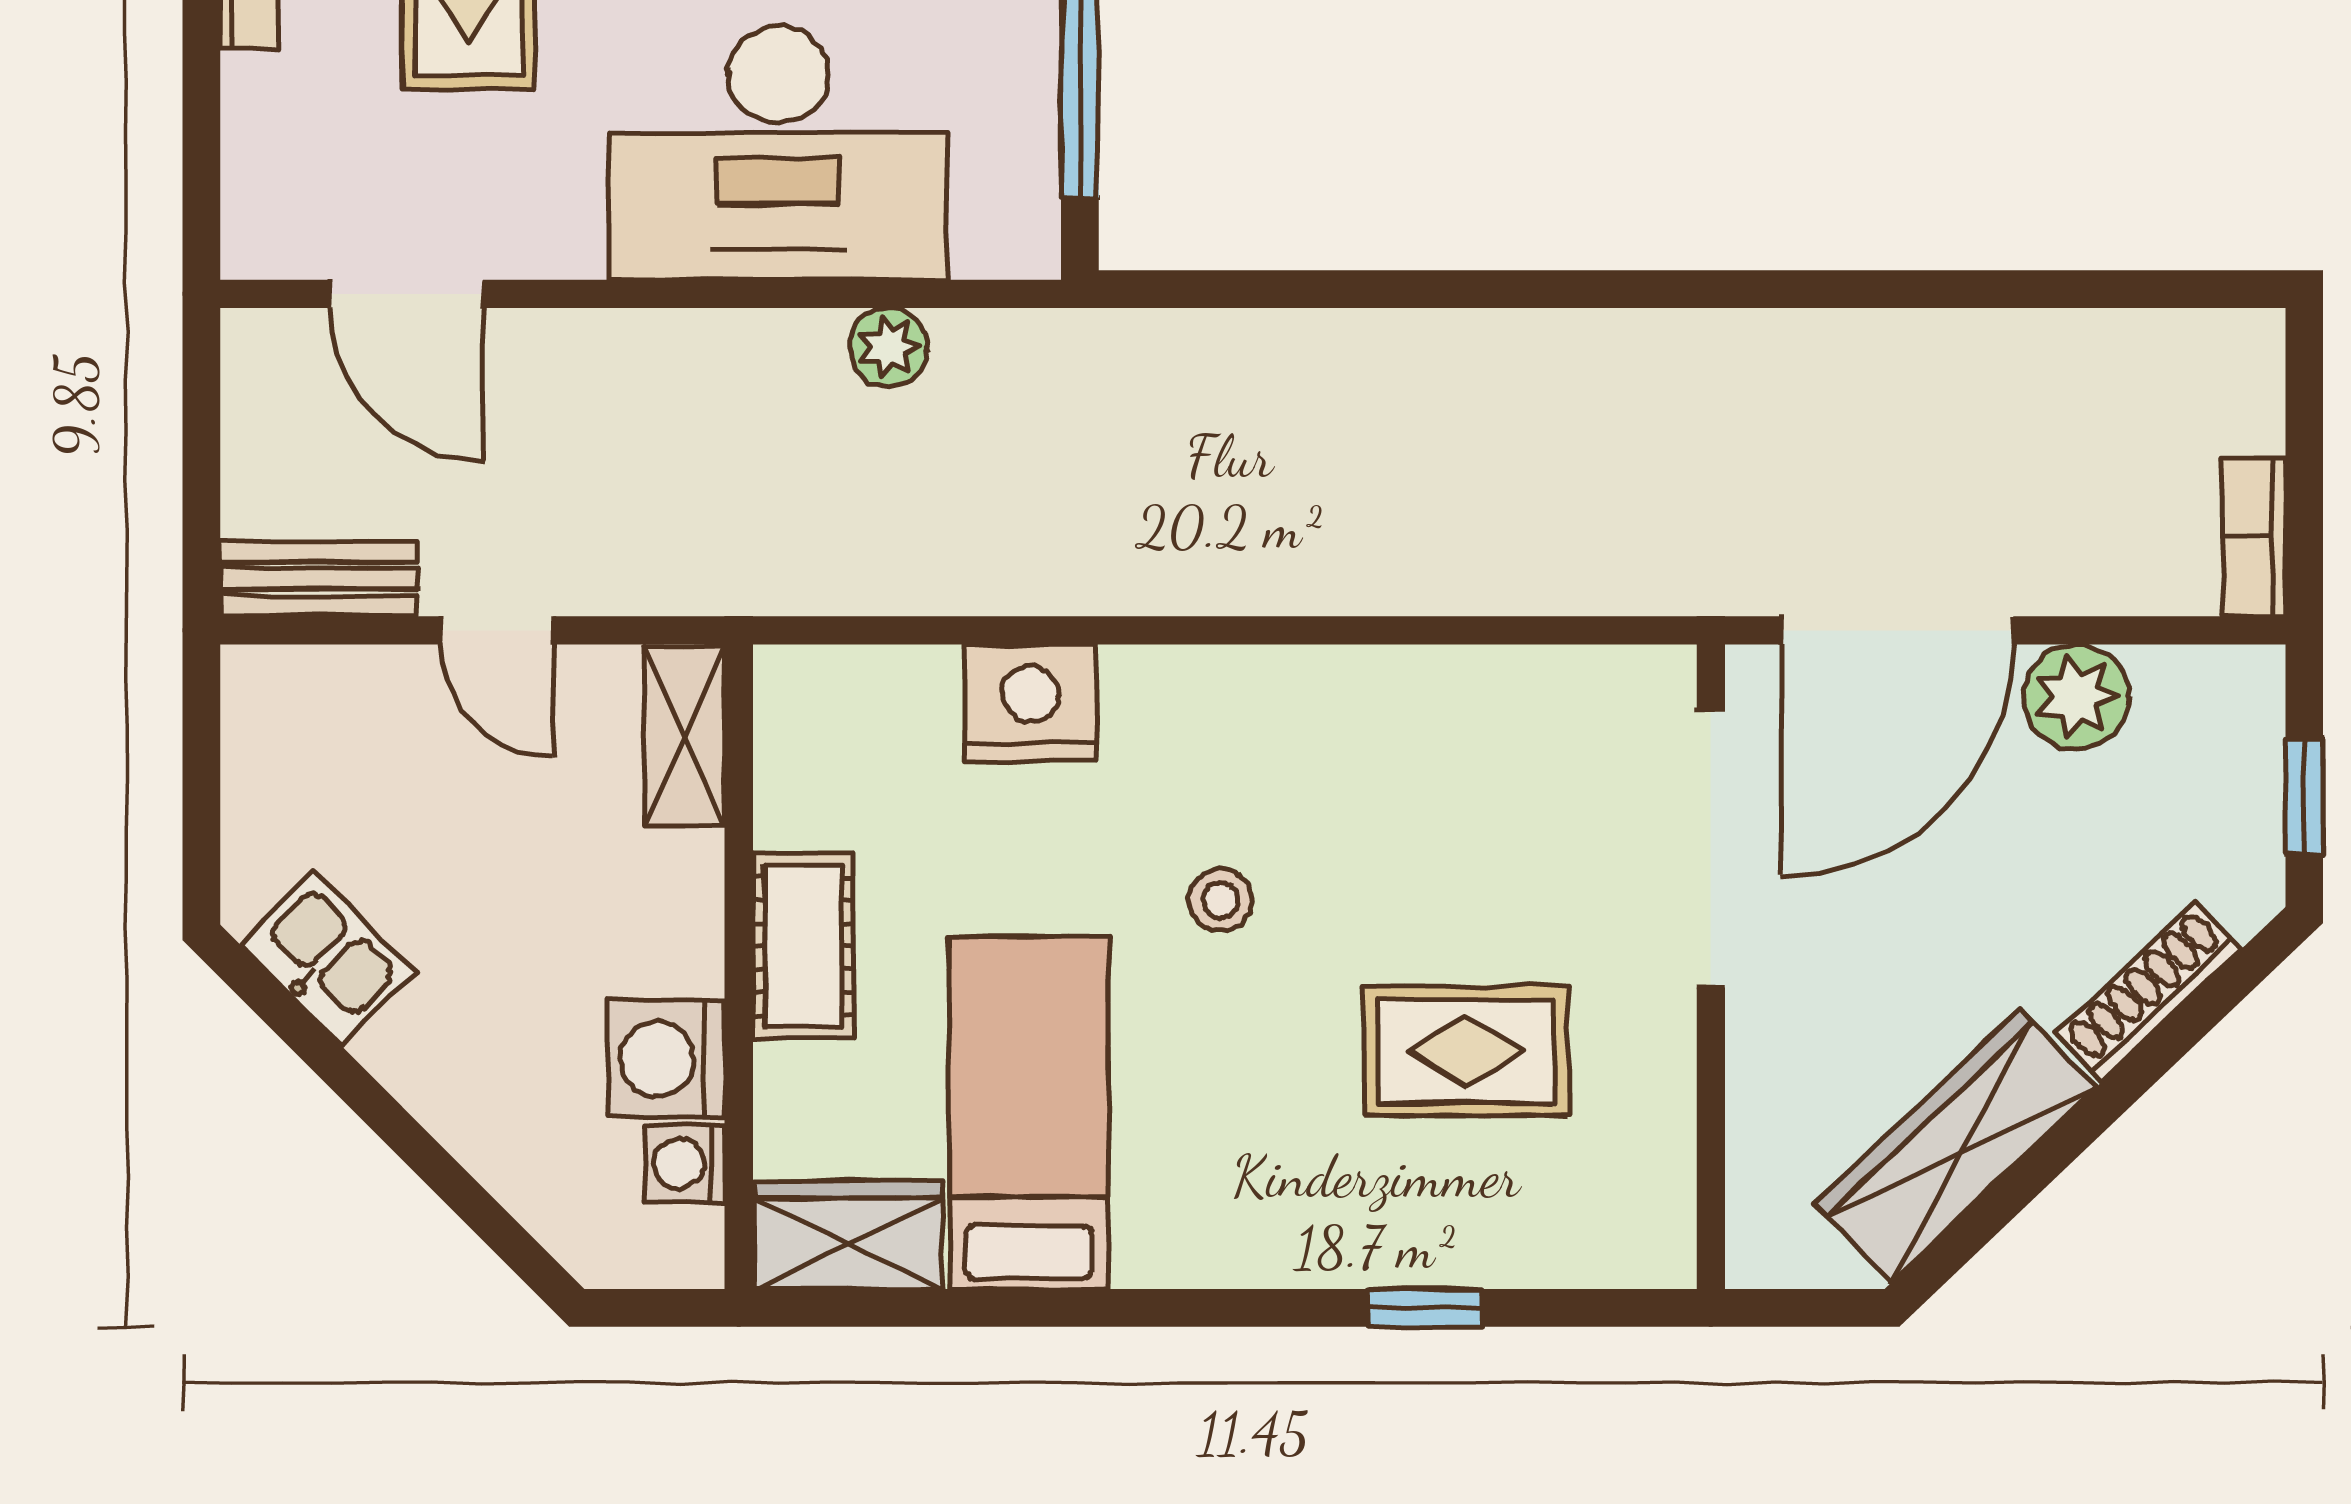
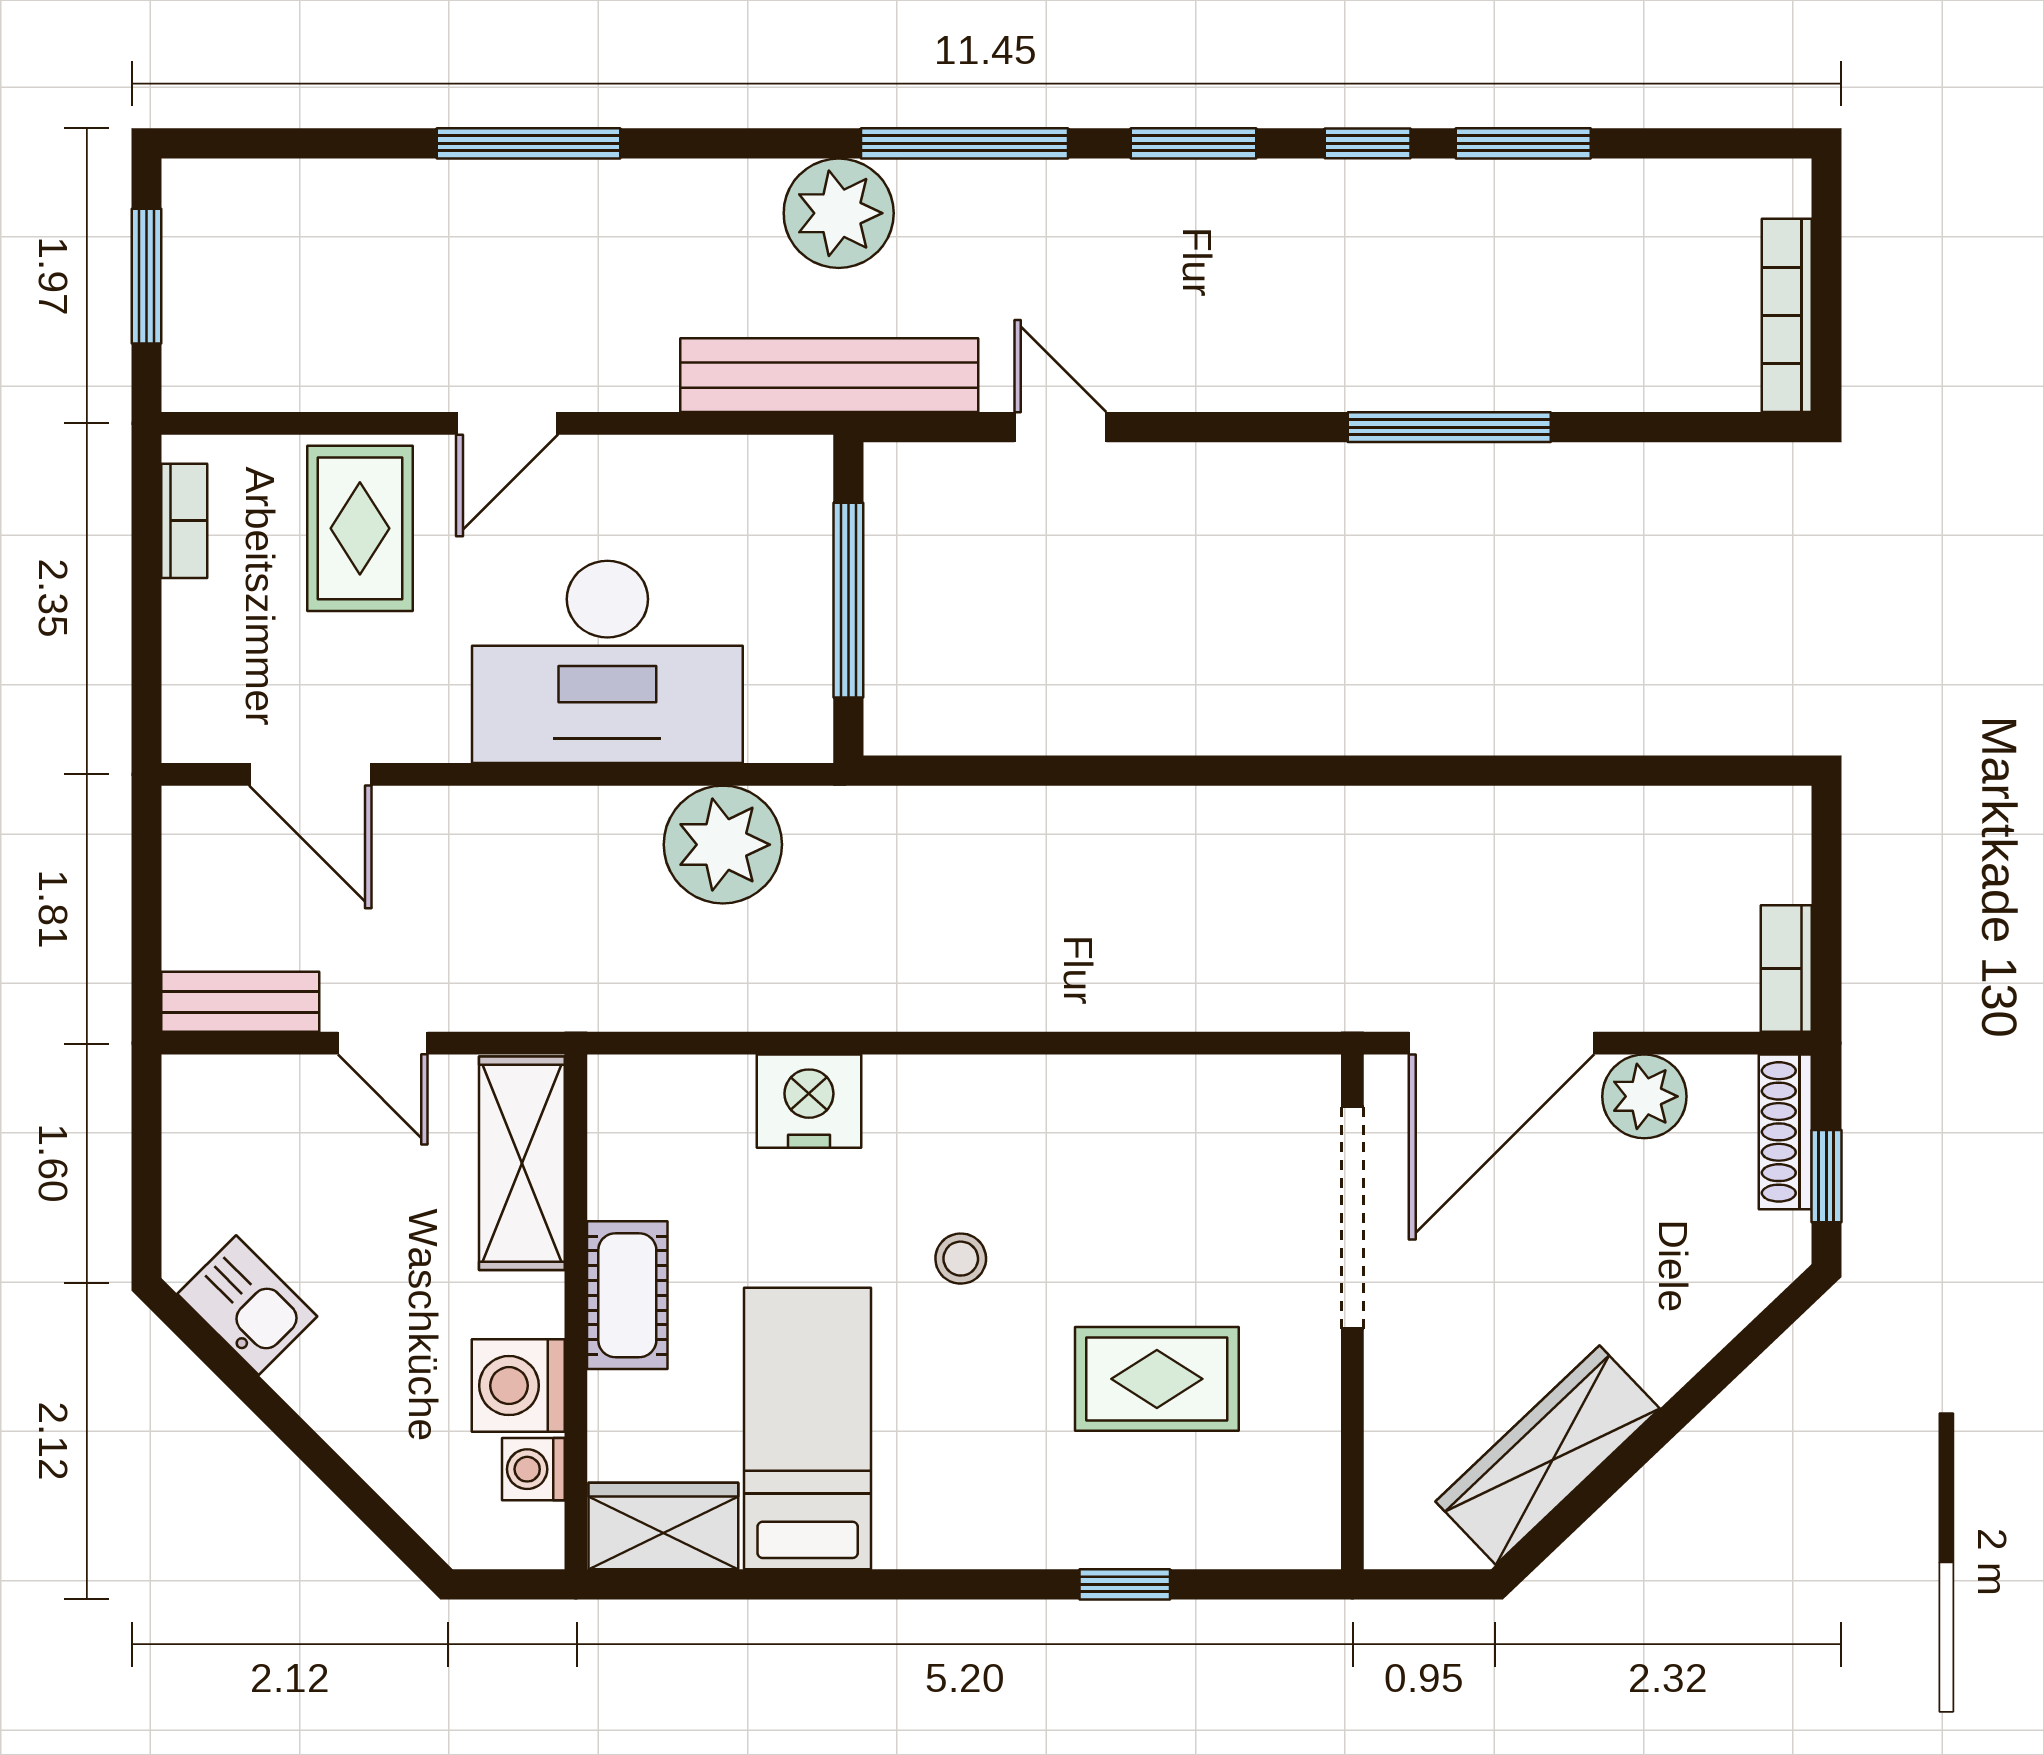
plant: (888, 347) -> (723, 845), width x1.87, depth x1.87
shelving: (685, 736) -> (522, 1163), width x1.50, depth x1.33
shoe rack: (2149, 992) -> (1785, 1132), moved, turned -46

